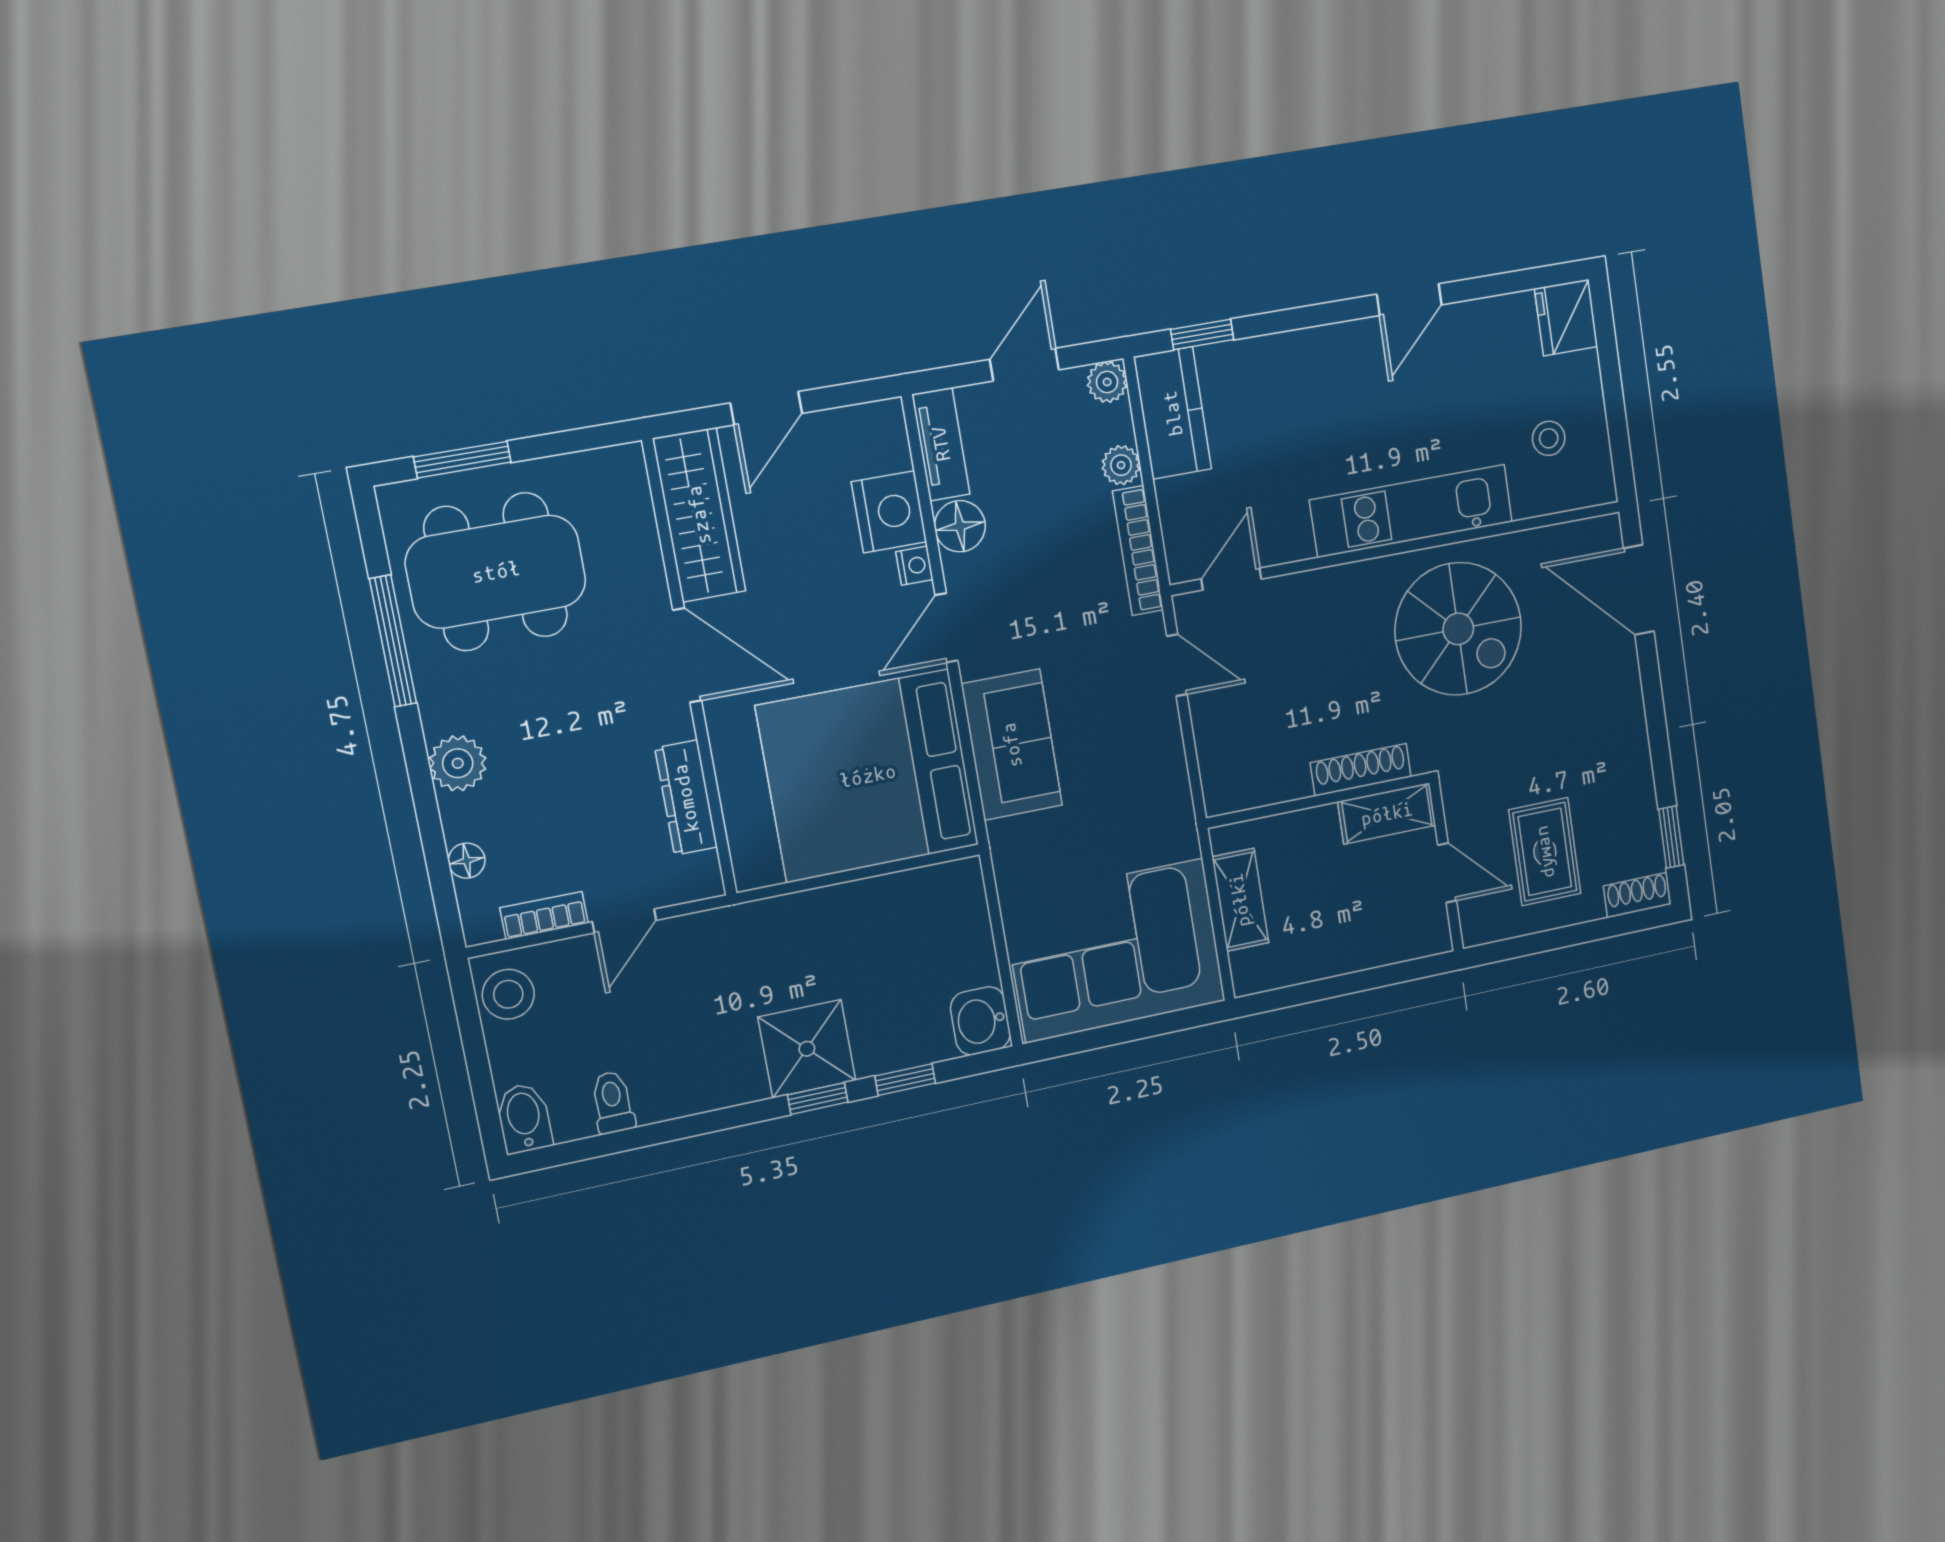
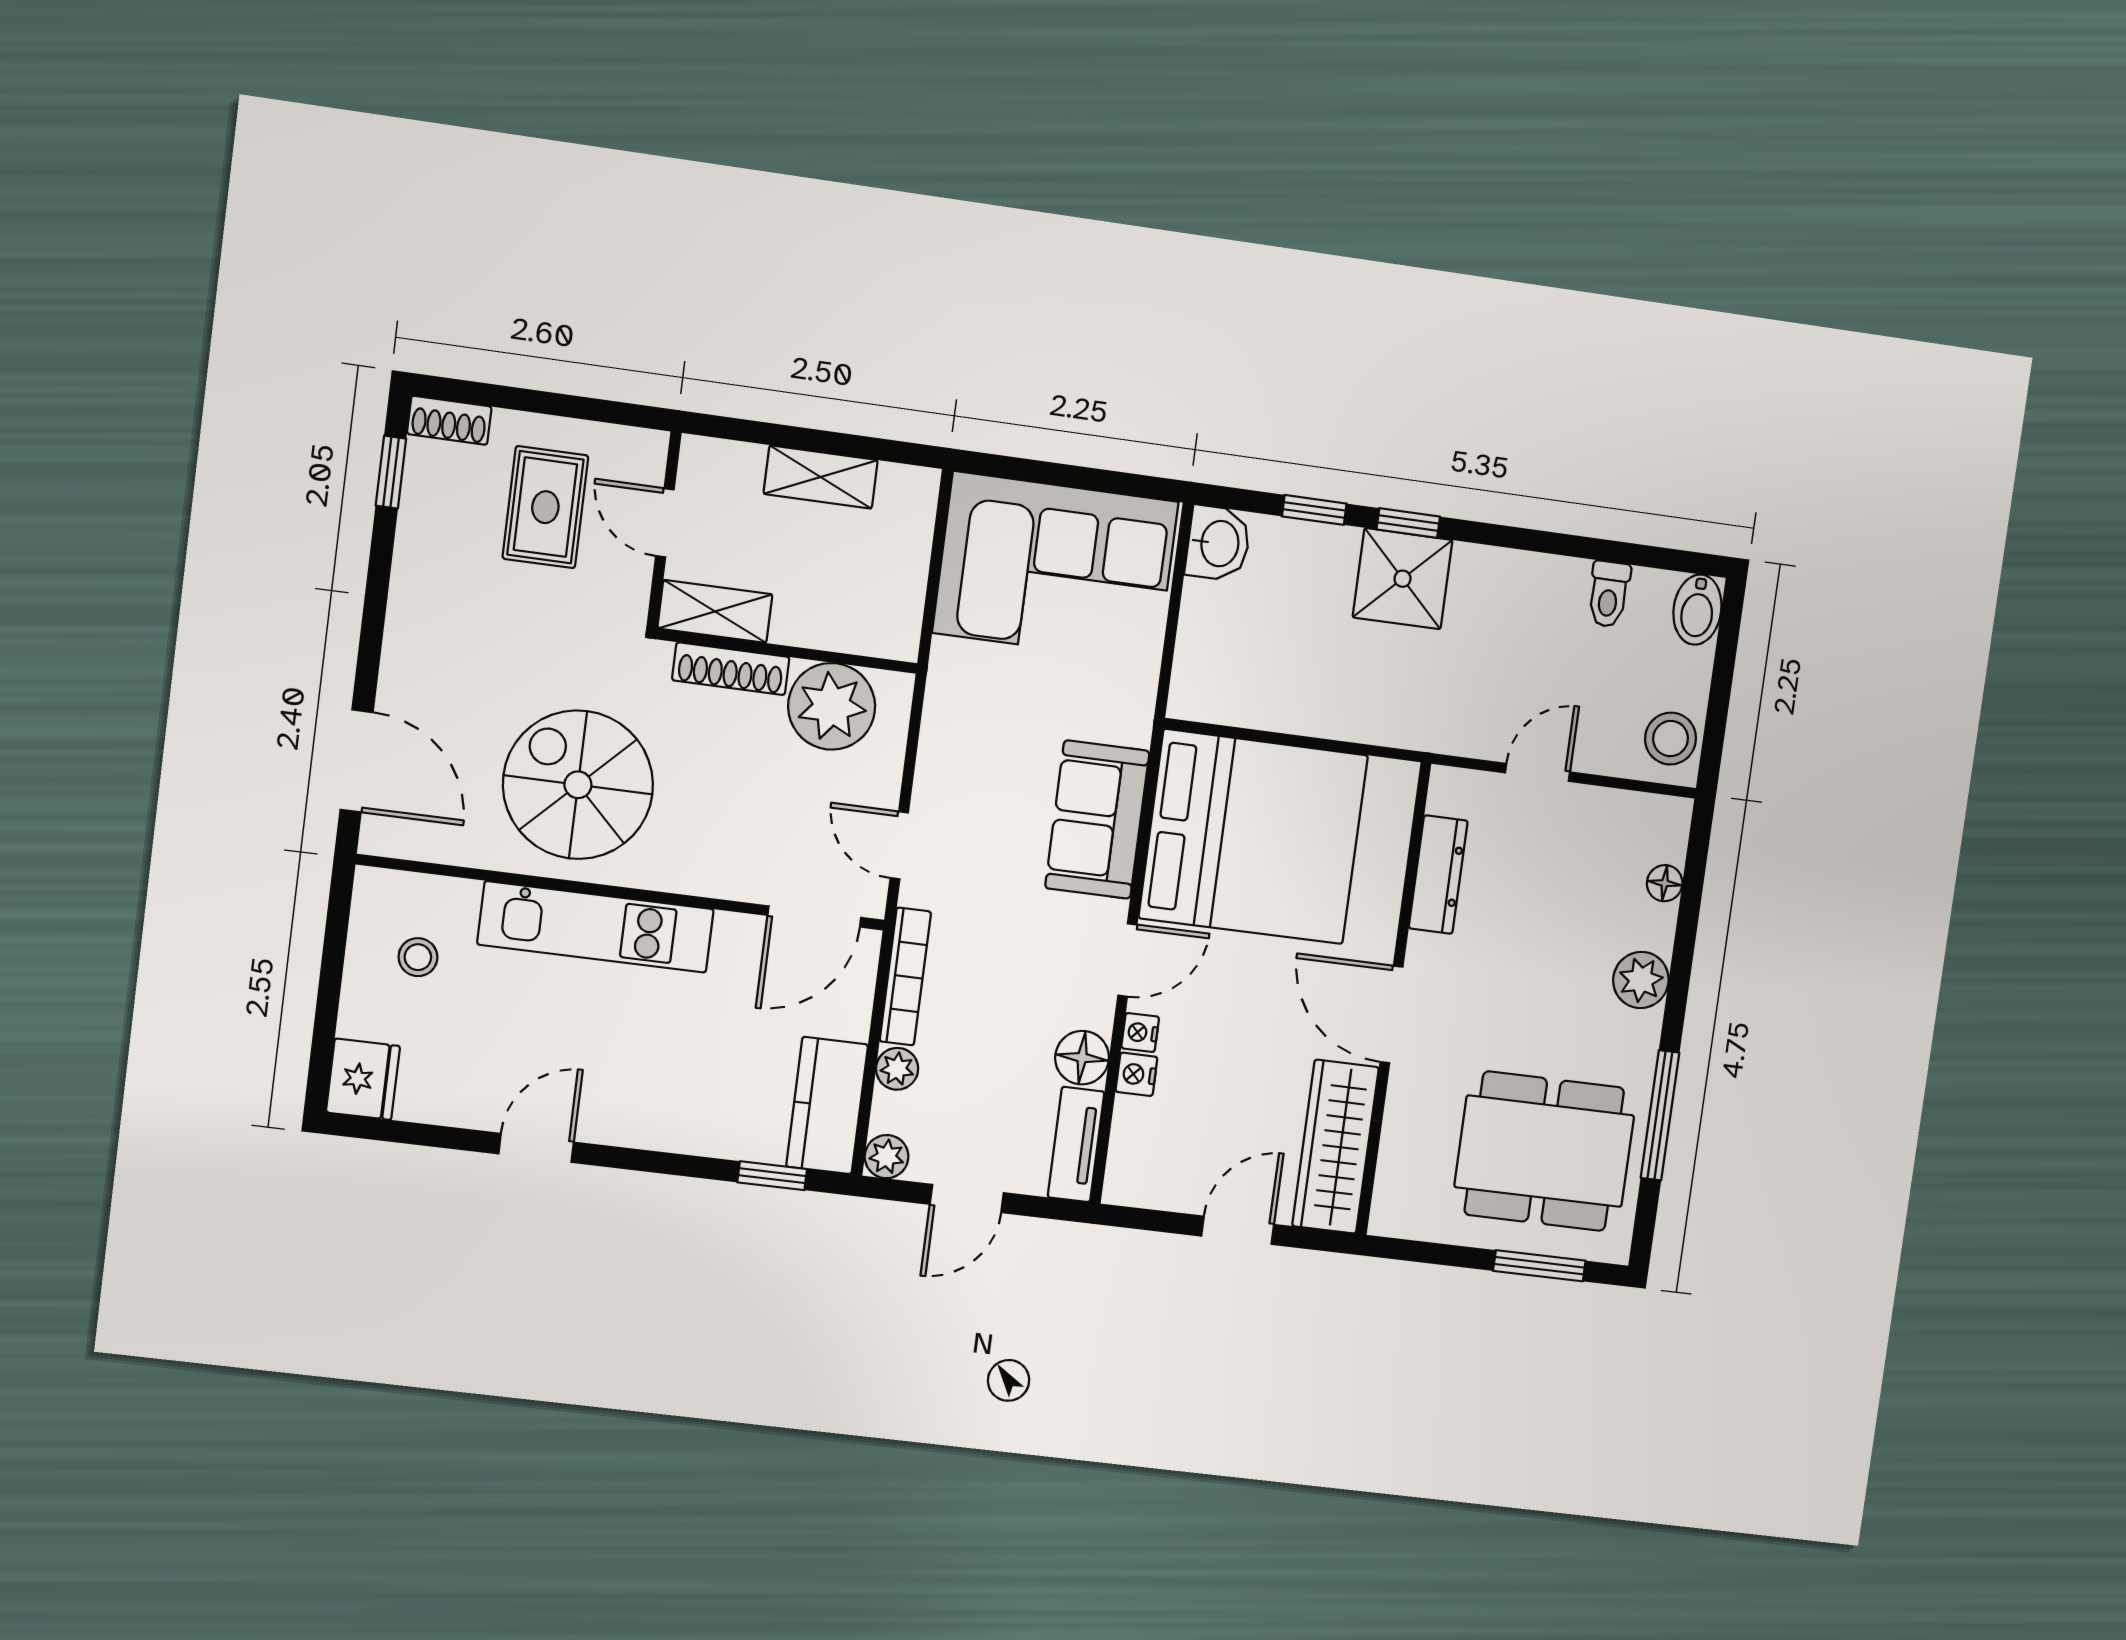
nightstand: (889, 512) -> (1136, 1074), width x0.53, depth x0.56
door: (1231, 579) -> (814, 916), width x1.38
plant: (1268, 766) -> (832, 706), added
shelving: (1240, 900) -> (821, 477), moved, turned 90
bookcase: (544, 915) -> (1611, 805), removed

